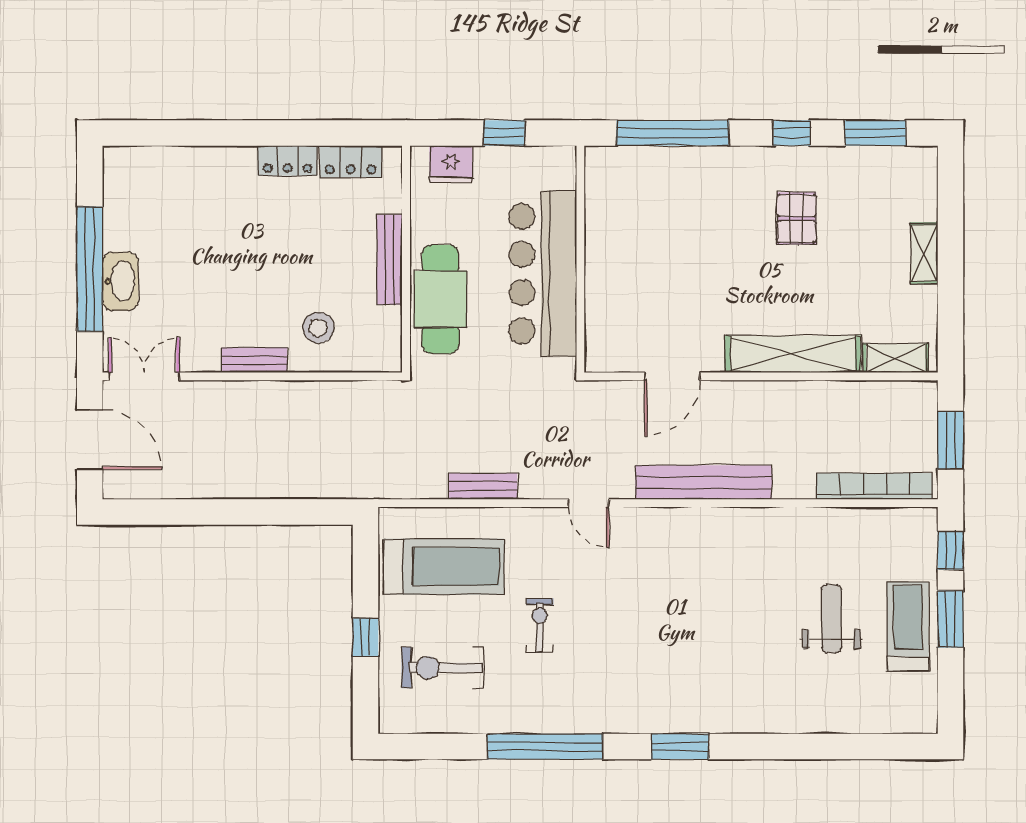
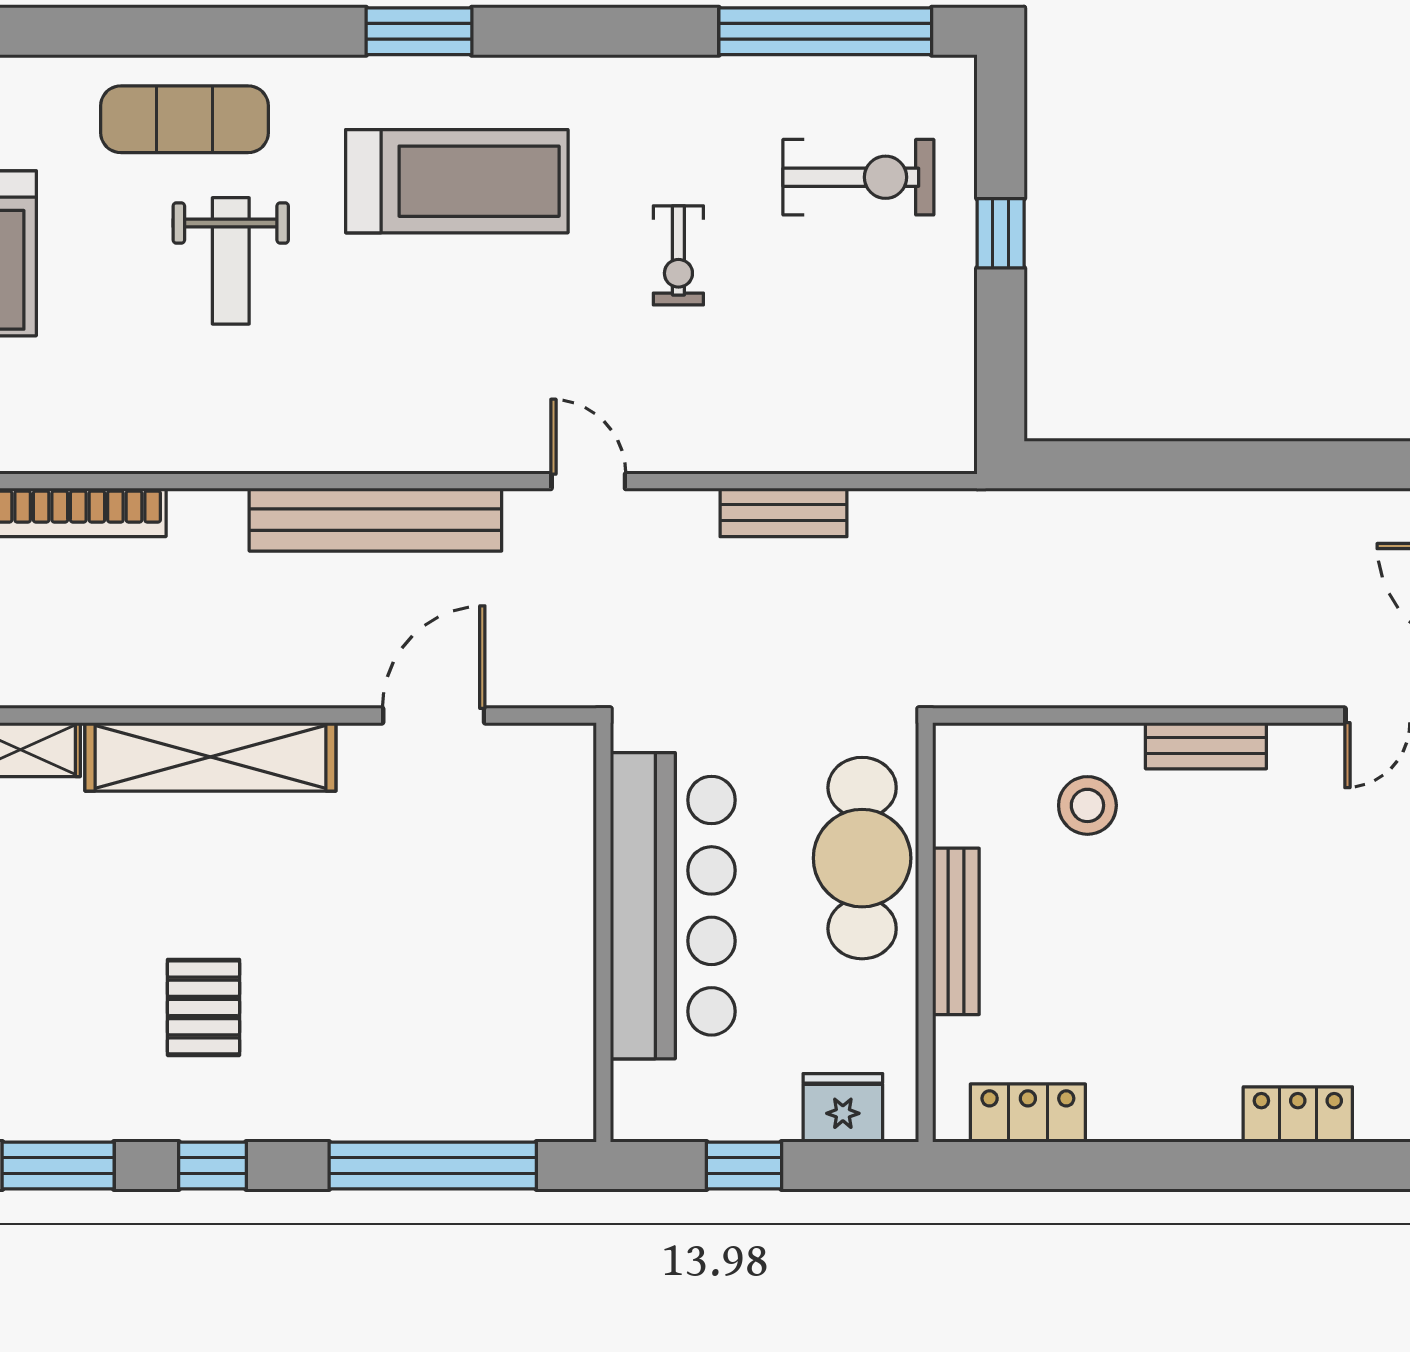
locker: (287, 161) -> (1298, 1114), moved
treadmill: (444, 567) -> (457, 181), moved, turned 180
weight bench: (831, 619) -> (231, 261), moved
exercise mat: (807, 699) -> (185, 119), added
window: (545, 747) -> (825, 31), moved

